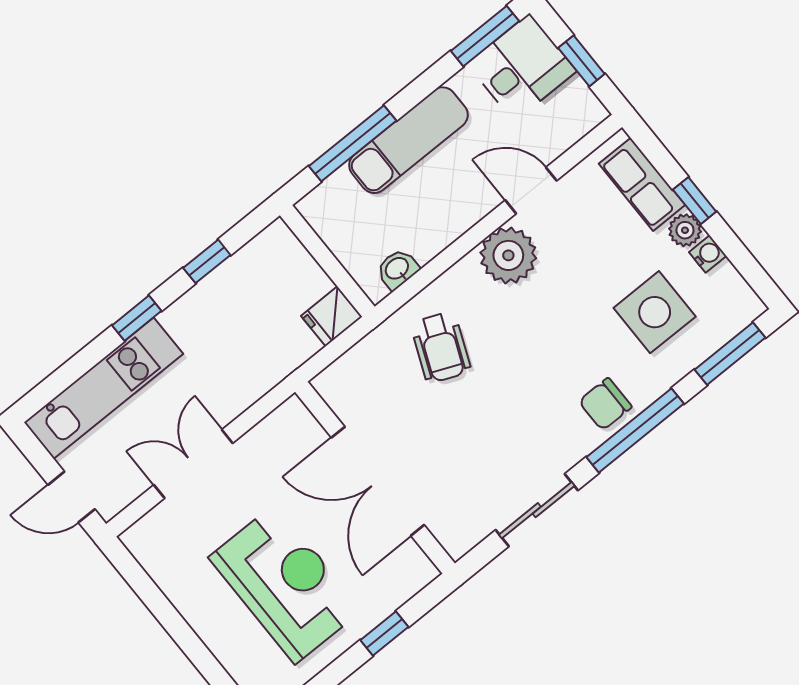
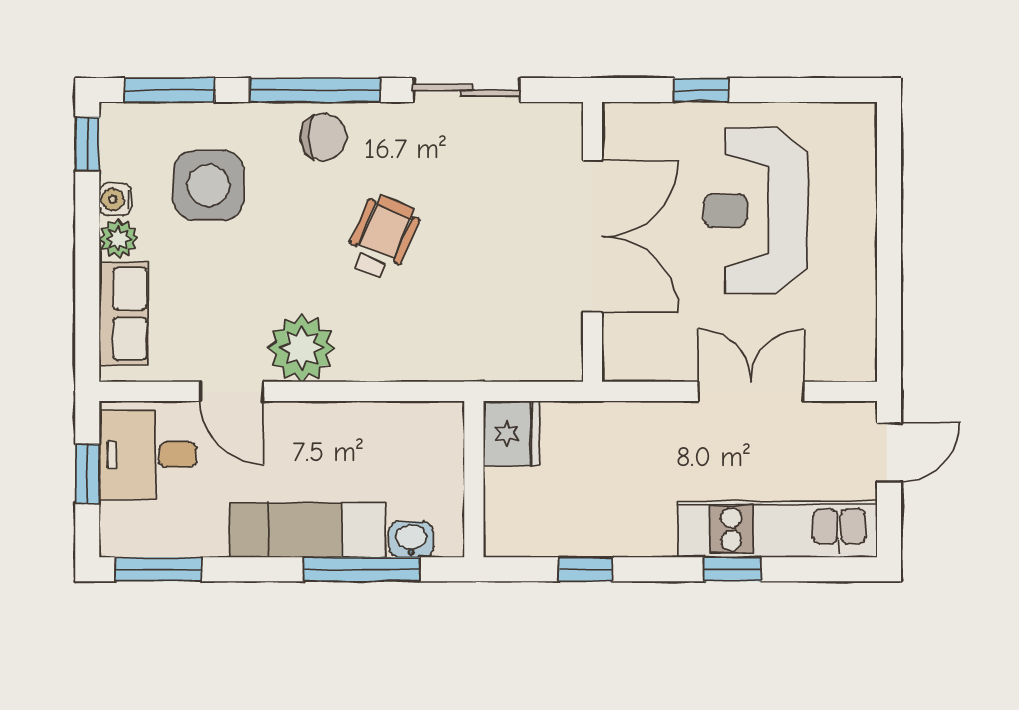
desk: (522, 68) -> (148, 455), moved
window: (695, 201) -> (87, 144), moved
washbasin: (397, 269) -> (411, 539), moved, turned 180
fridge: (332, 316) -> (511, 433), width x1.38
window: (137, 318) -> (732, 569), moved
wheelchair: (441, 347) -> (382, 237), moved
double door: (193, 464) -> (751, 391), swing flipped
door: (71, 497) -> (889, 452), hinge flipped

